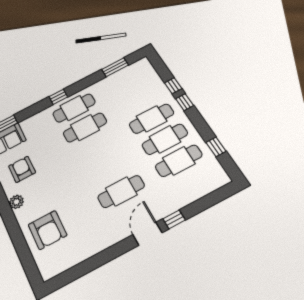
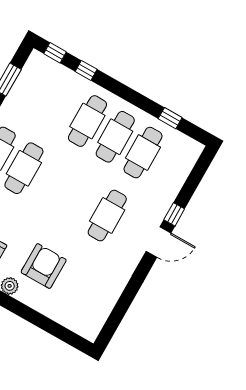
window: (185, 102) -> (55, 53), moved
armchair: (47, 230) -> (44, 266), moved, turned -90
door: (147, 234) -> (158, 242), swing flipped

